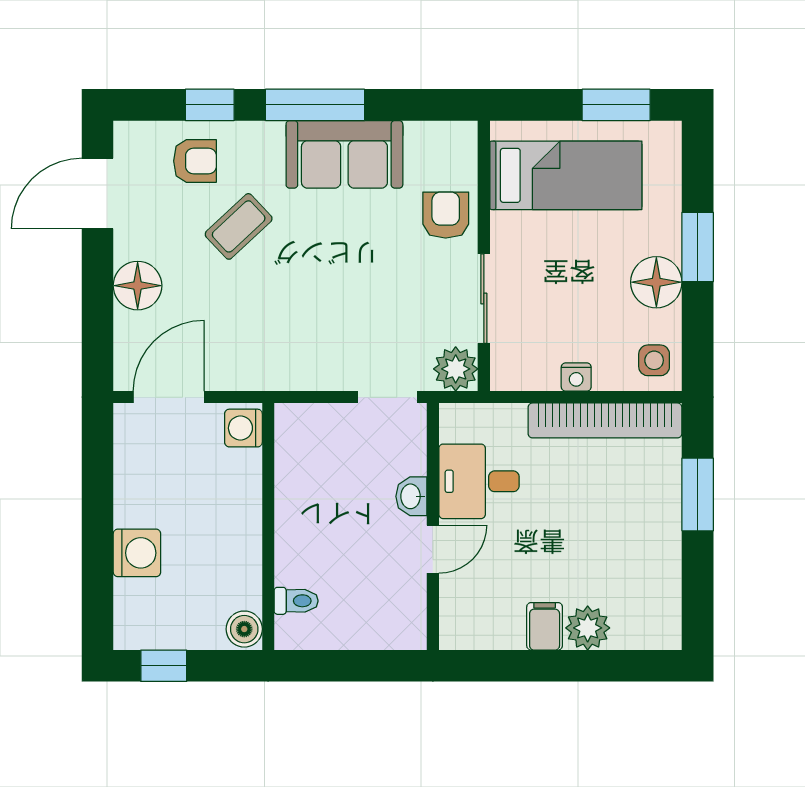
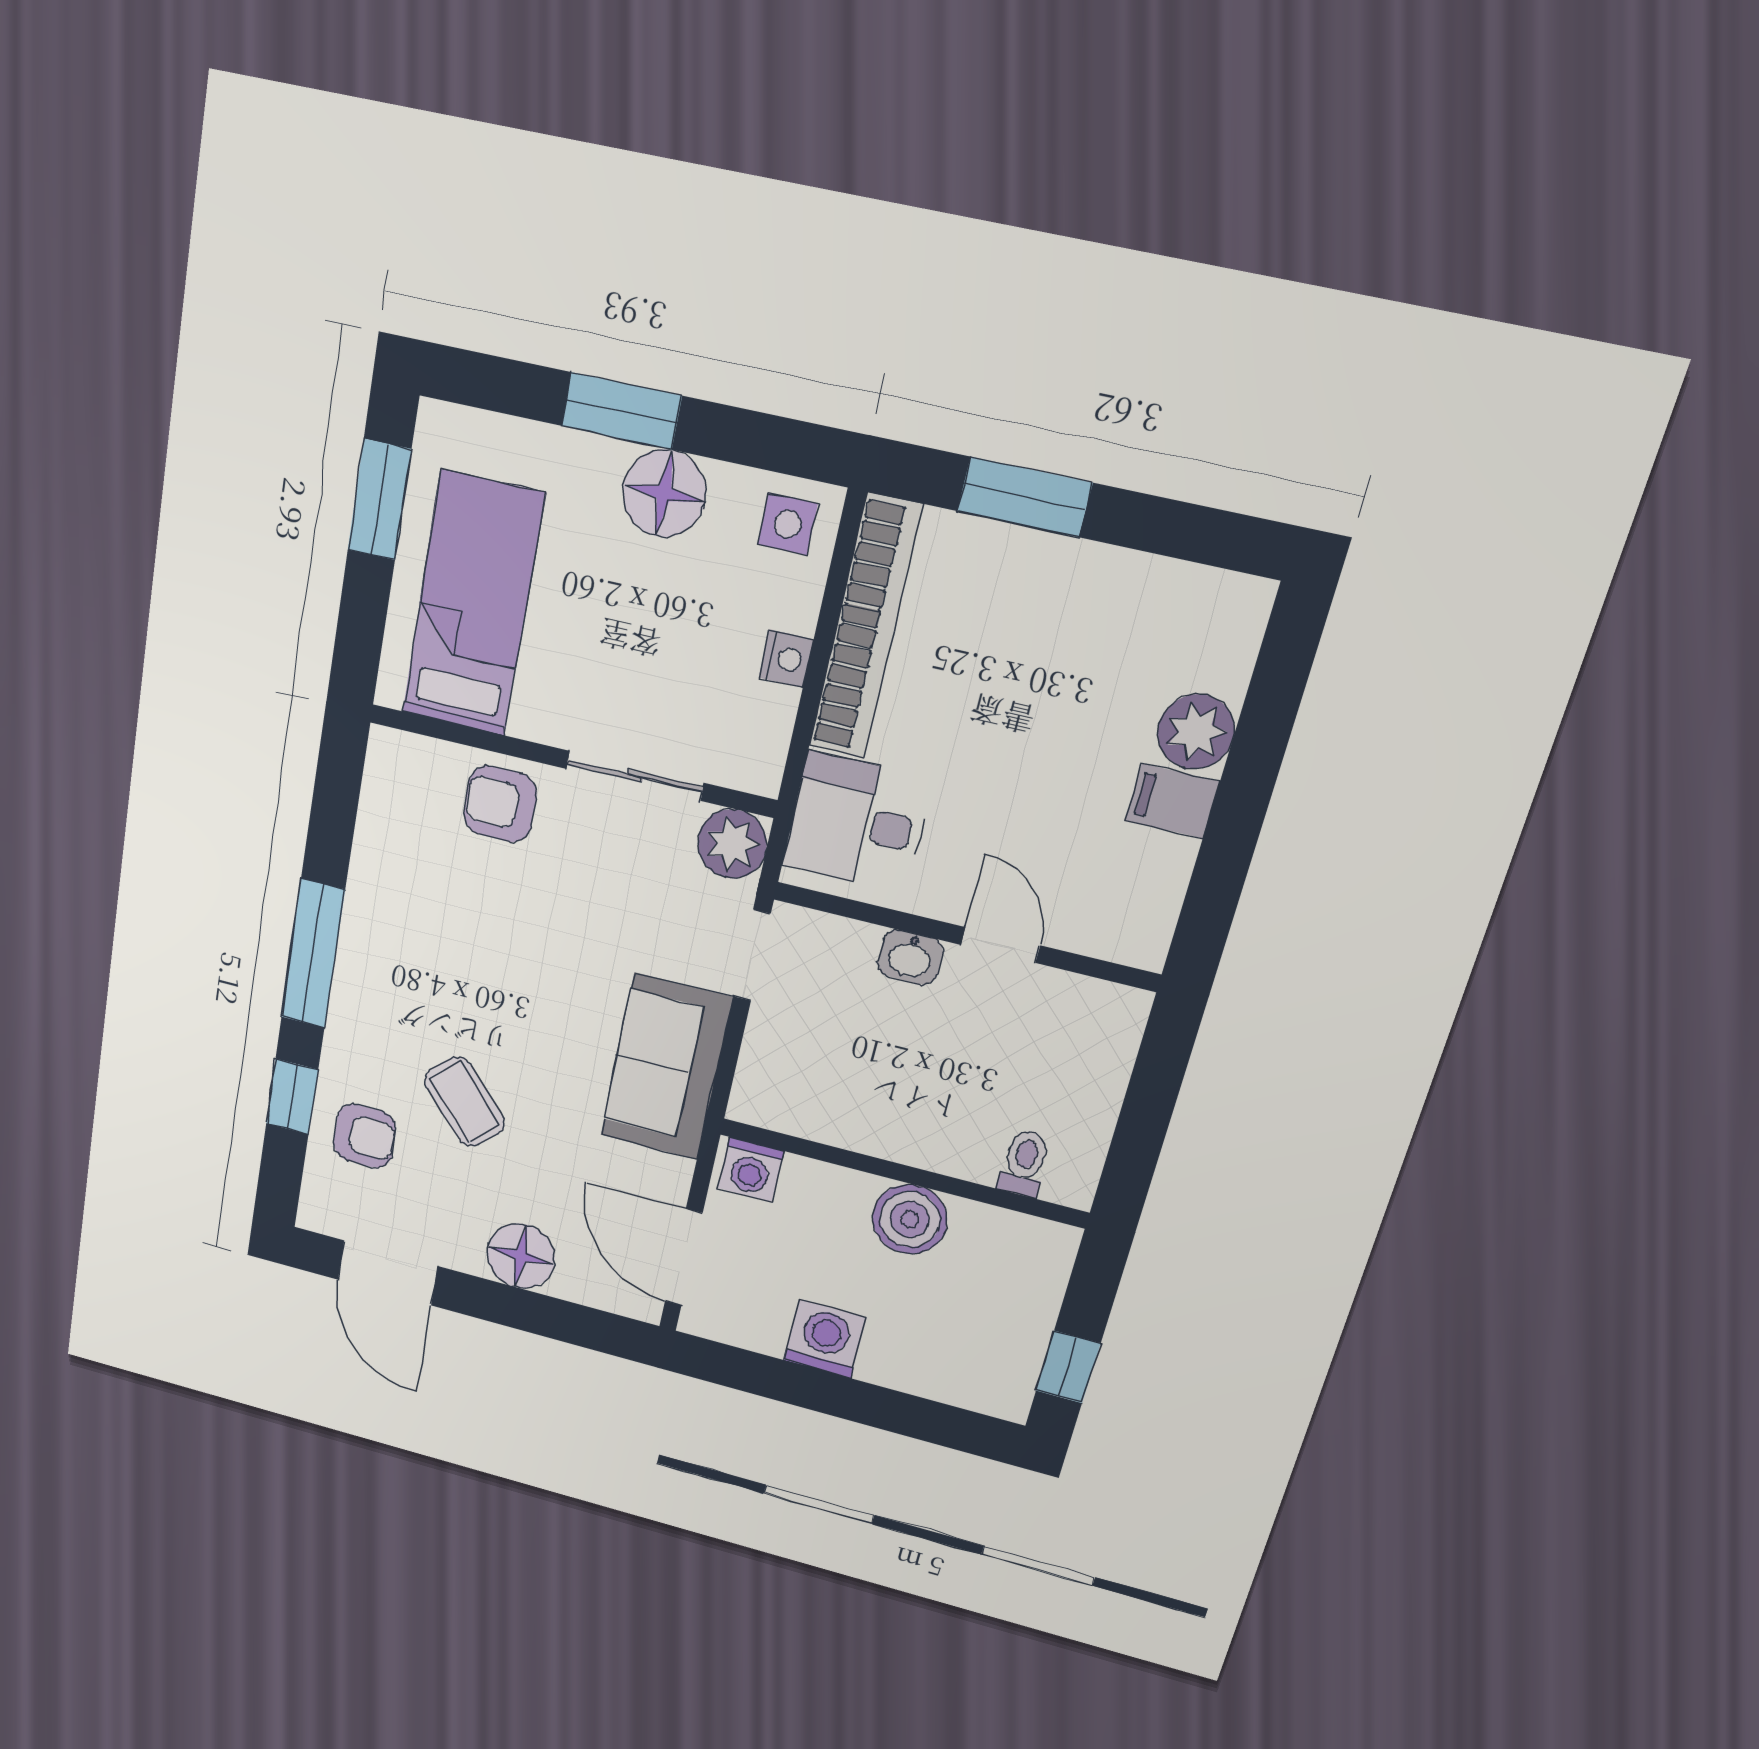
sofa: (344, 154) -> (666, 1067), moved, turned 180
armchair: (195, 161) -> (365, 1136), turned 90
desk: (479, 481) -> (857, 822), moved, turned 90
washing machine: (137, 553) -> (825, 1339), moved
boiler: (244, 629) -> (910, 1219), moved, width x1.36, depth x1.36

